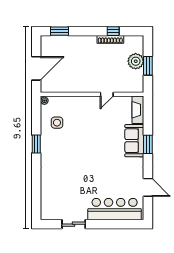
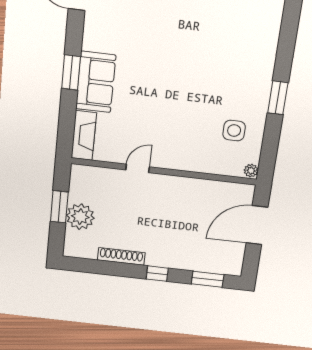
window: (113, 31) -> (157, 274), moved

